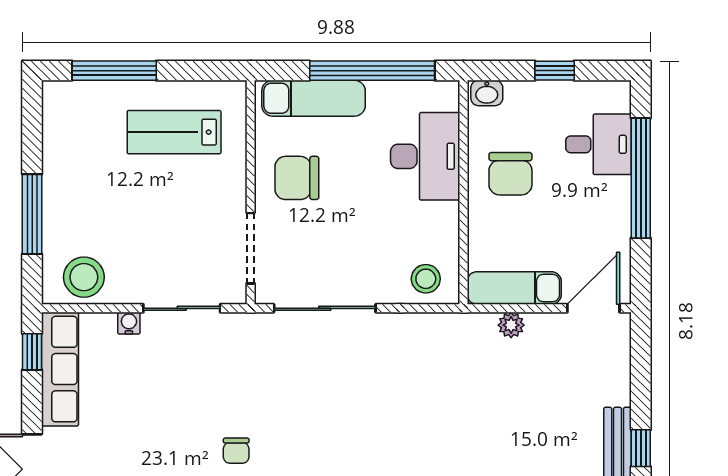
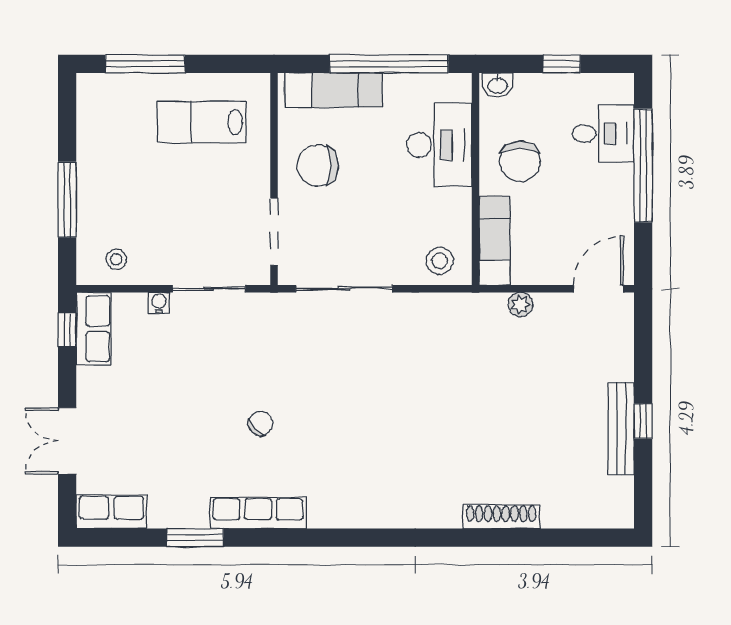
stool: (84, 277) -> (116, 259), width x0.53, depth x0.53
exam couch: (514, 288) -> (495, 241), moved, turned 90
row of seats: (60, 369) -> (94, 329), width x0.68
chair: (236, 451) -> (260, 423), turned -138

